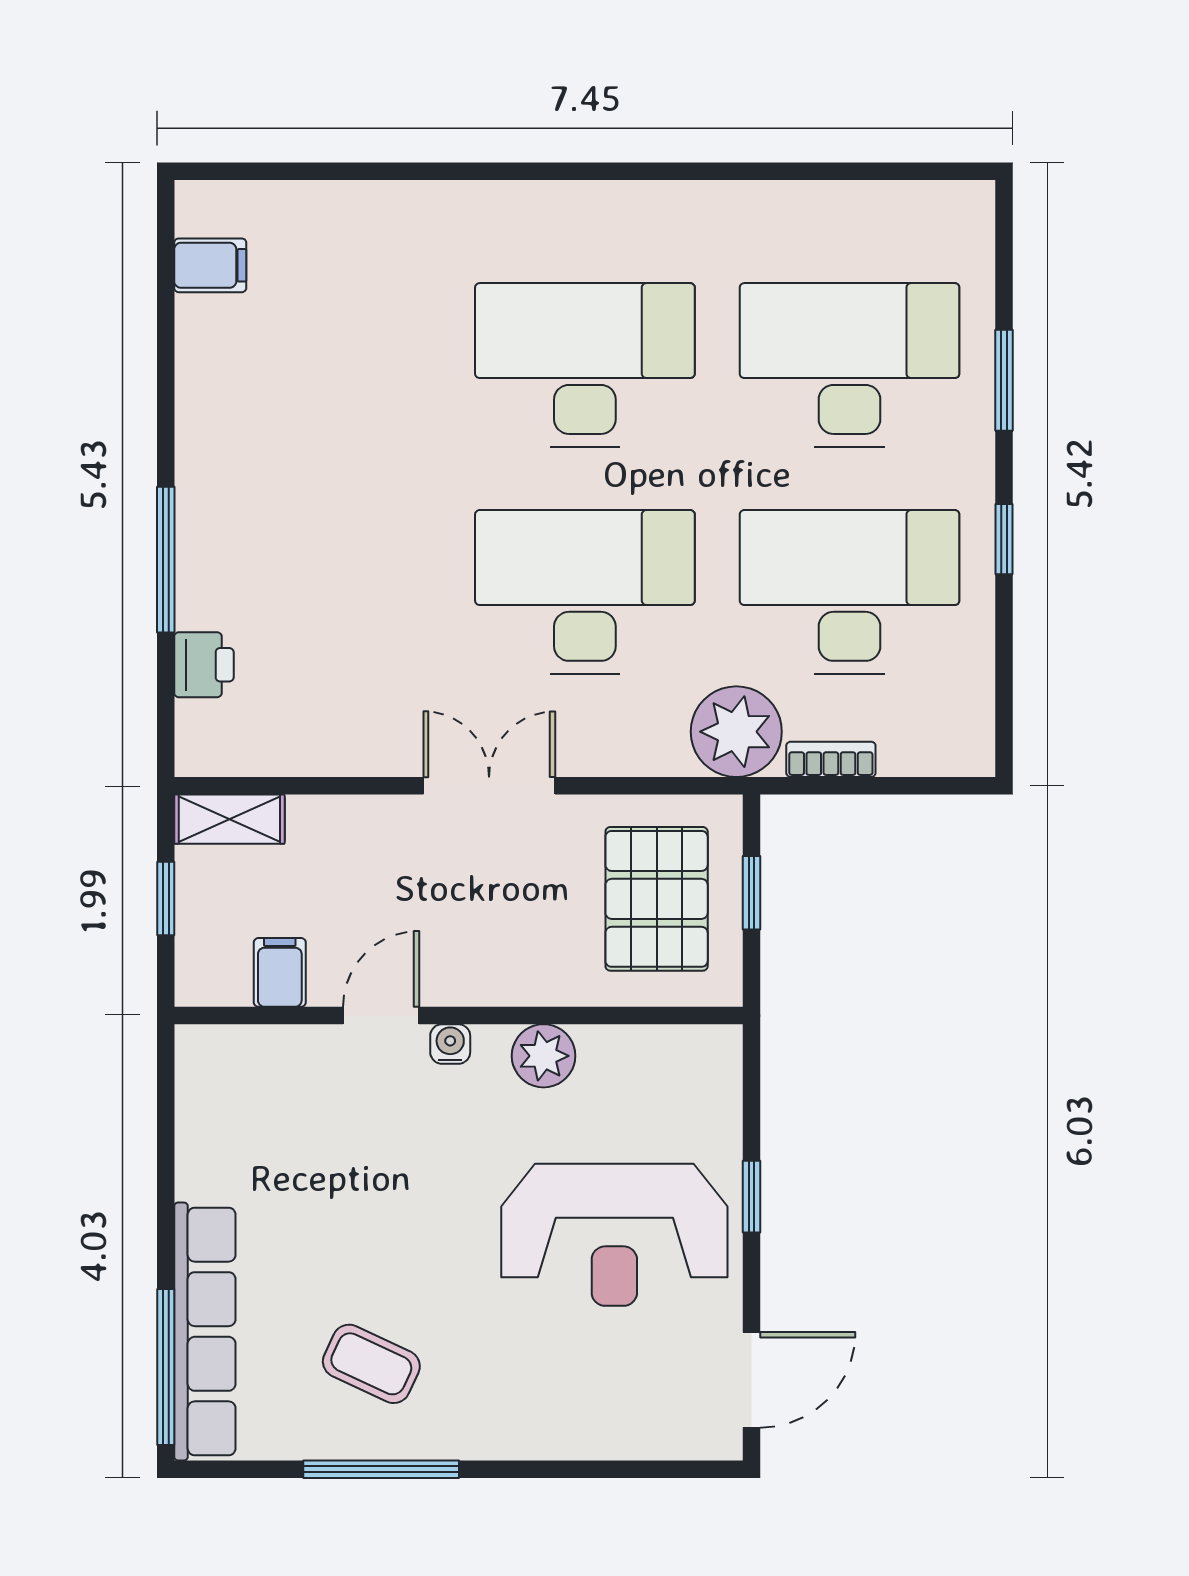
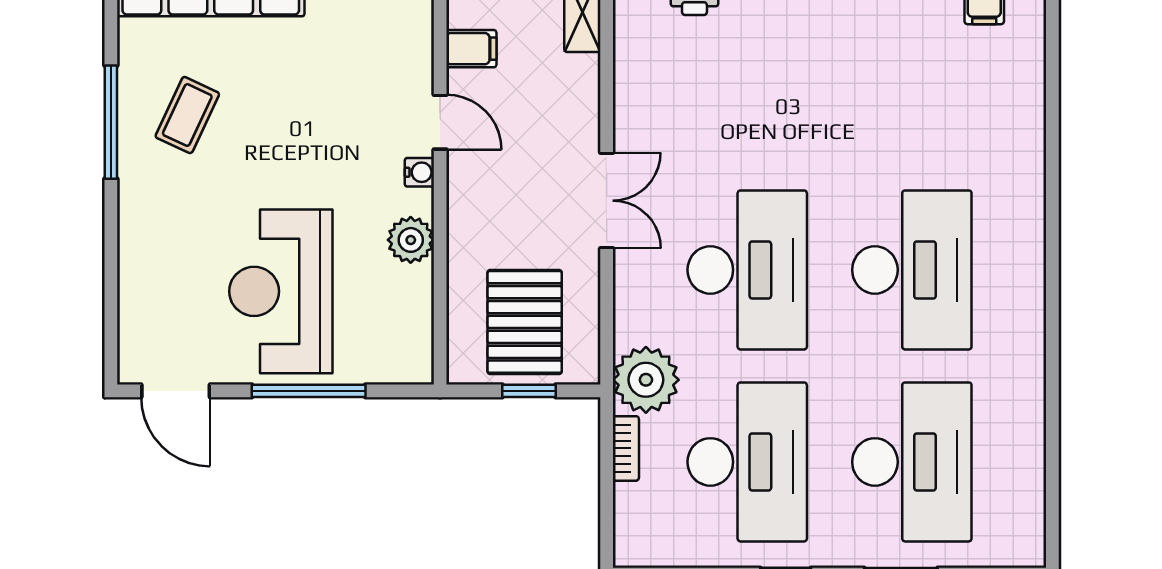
pallet: (657, 899) -> (525, 322), turned 90
window: (751, 1197) -> (309, 391), width x2.17

